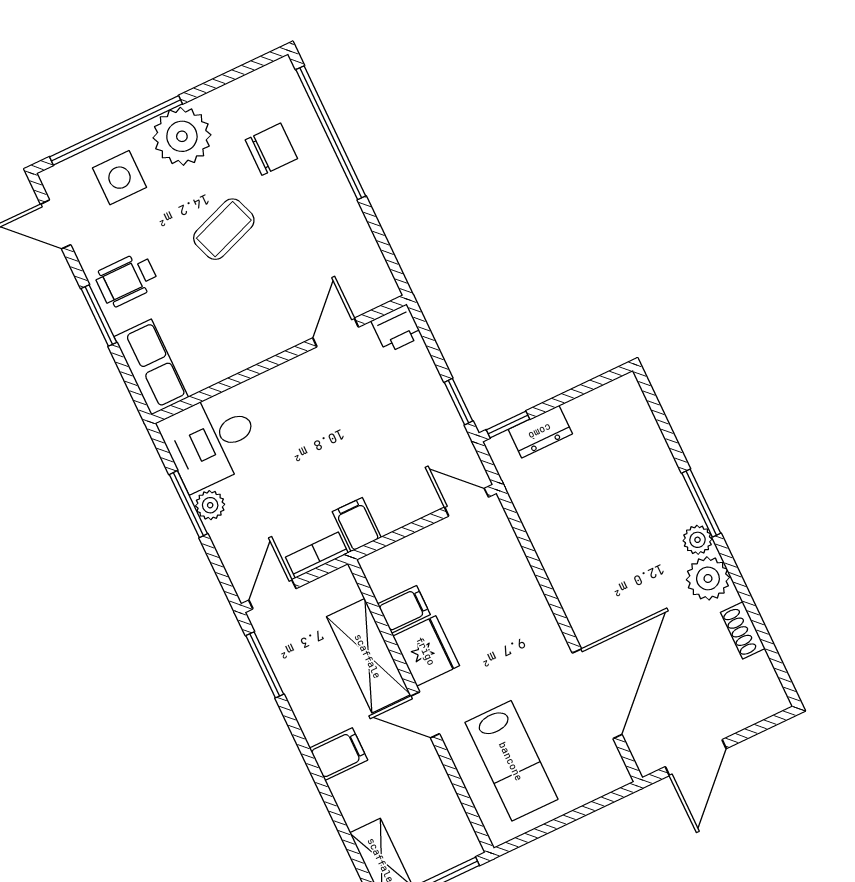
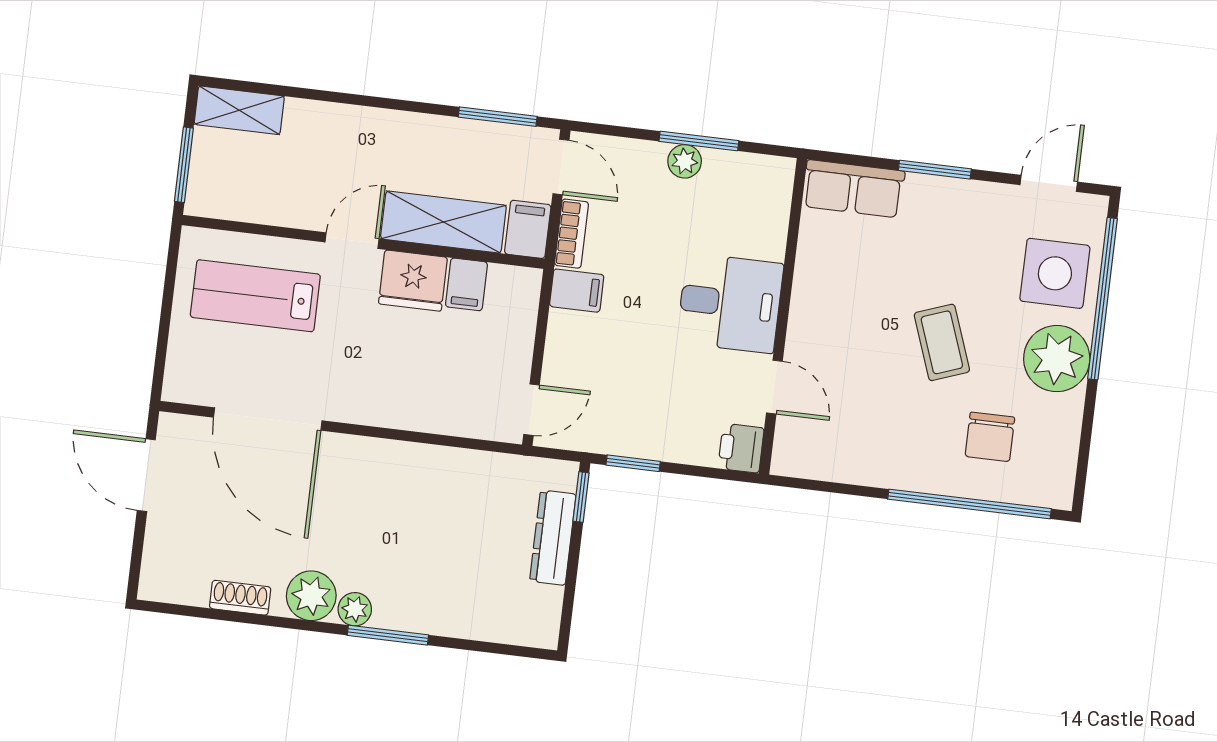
side table: (120, 178) -> (1055, 273), width x1.37, depth x1.37
wheelchair: (127, 280) -> (952, 218), removed
dresser: (540, 432) -> (553, 538), width x1.44
desk: (211, 441) -> (730, 303), moved, turned 90
filing cabinet: (339, 754) -> (528, 229), moved, turned 180

